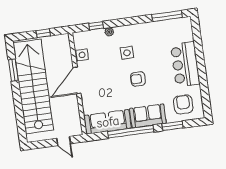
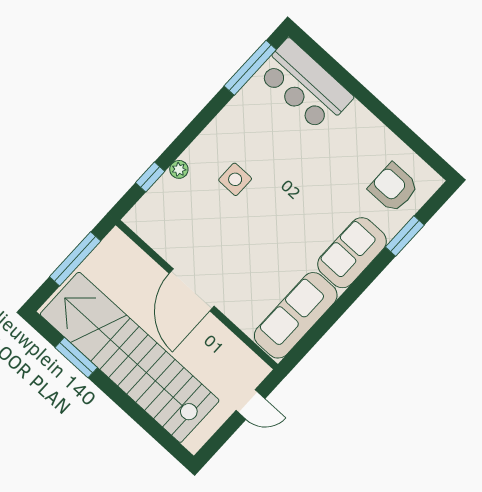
window: (43, 33) -> (75, 259), width x2.17
side table: (82, 55) -> (166, 242), removed
bar counter: (185, 64) -> (305, 85), moved
armchair: (138, 79) -> (287, 207), removed
window: (131, 132) -> (346, 301), removed

